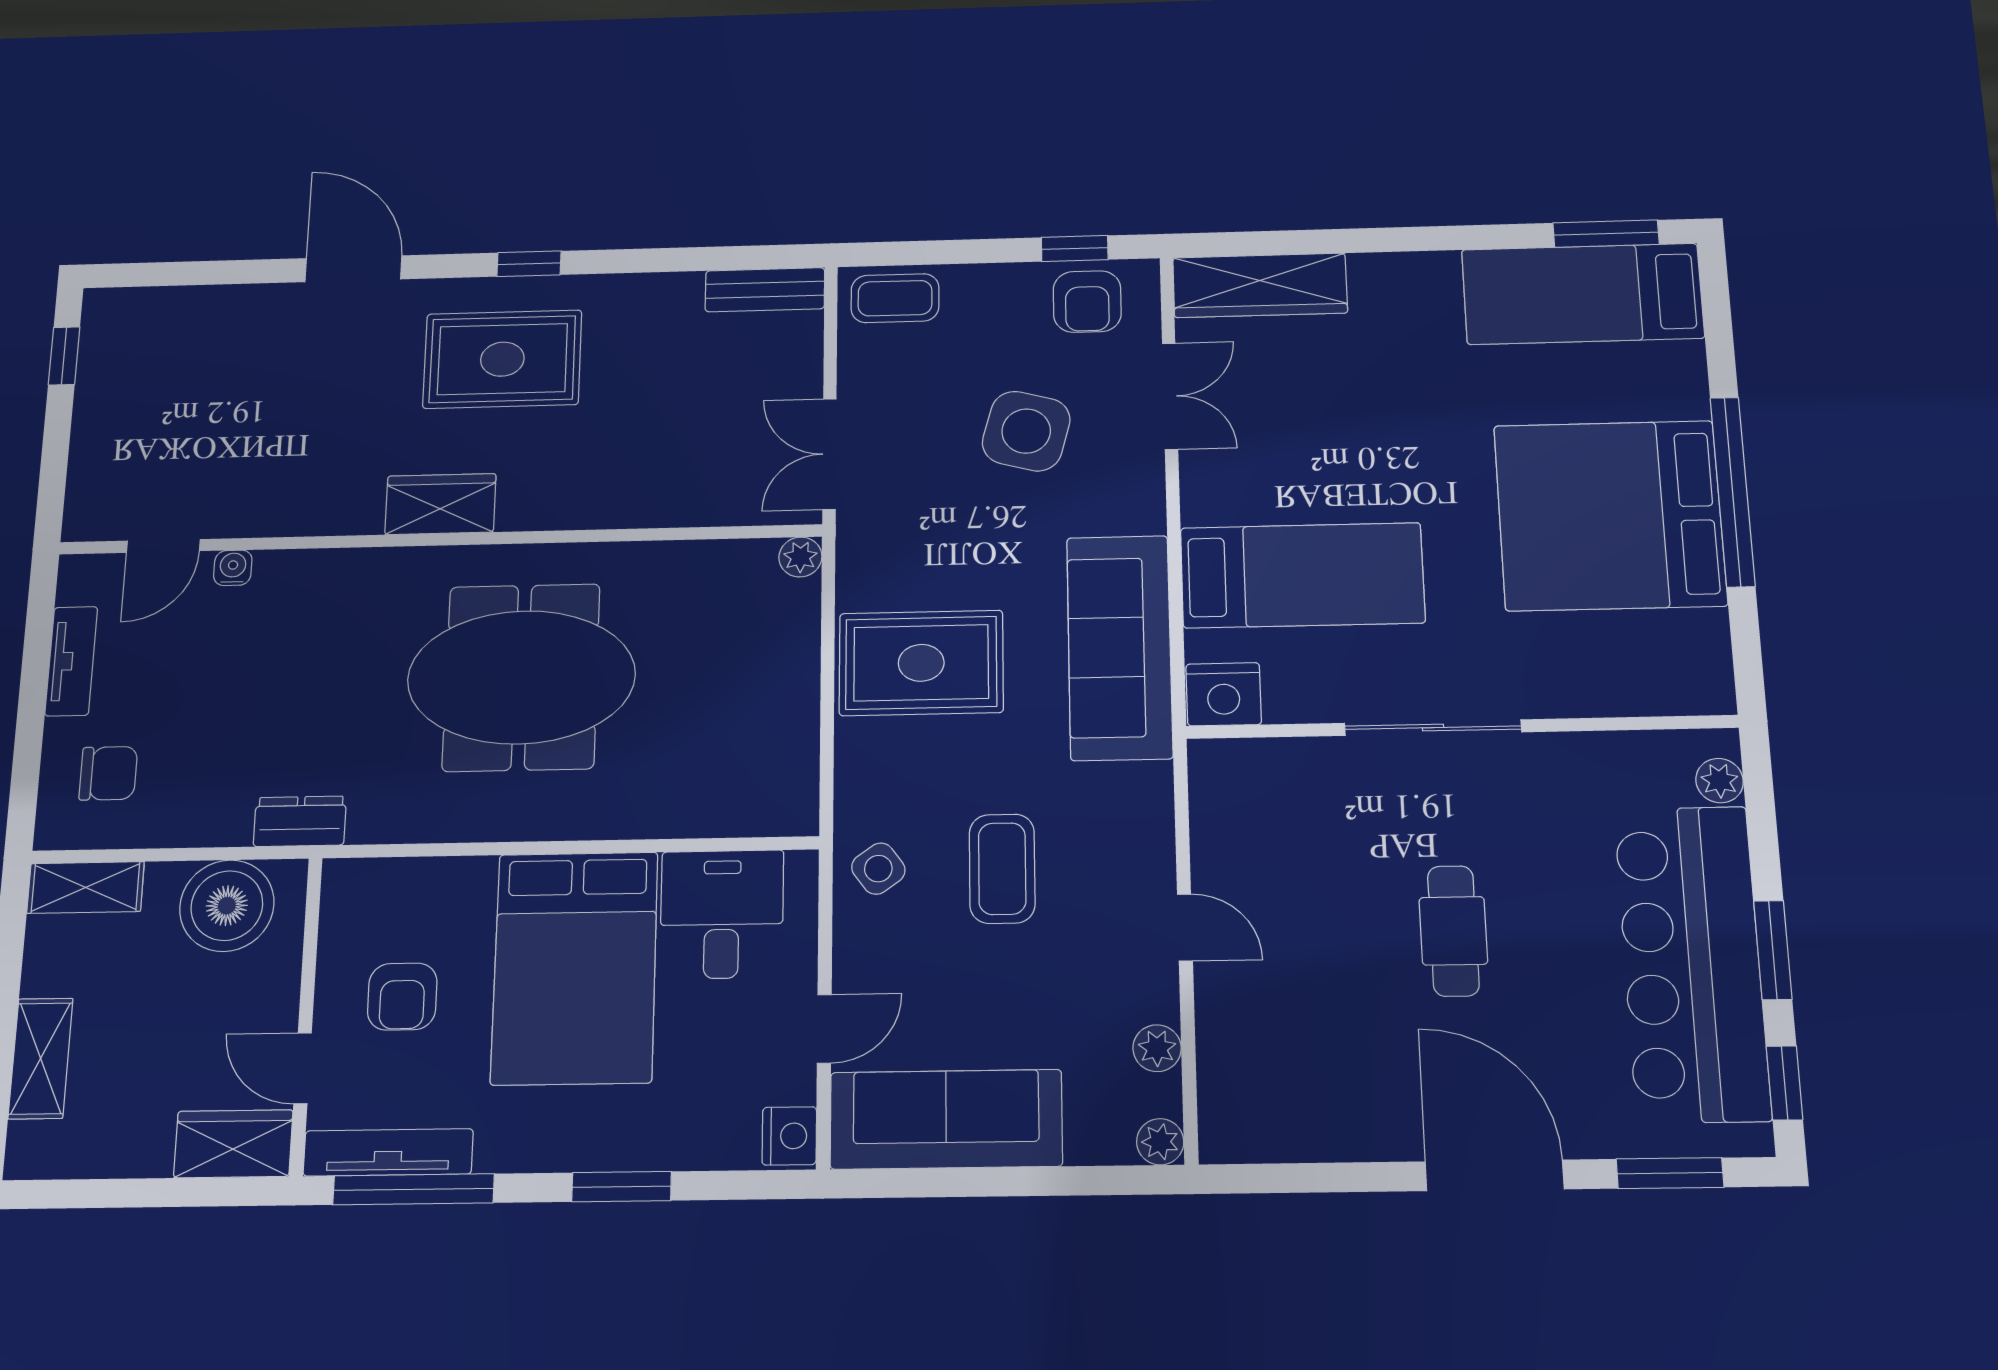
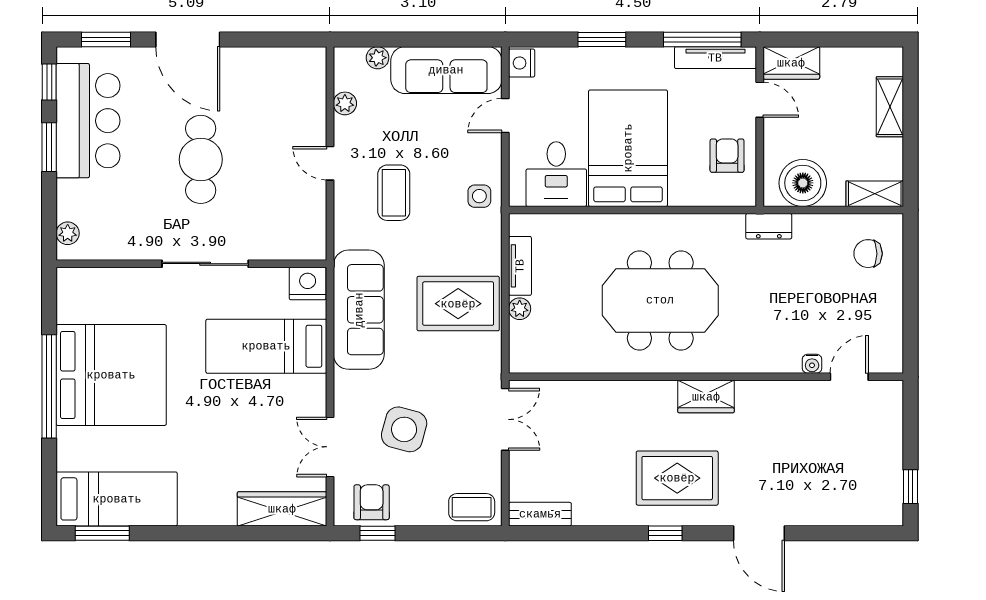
plant: (800, 557) -> (520, 309), moved
tv unit: (71, 661) -> (520, 266), moved, turned 180
side table: (878, 869) -> (479, 196), turned 36
coffee table: (1002, 869) -> (394, 193), moved
cafe table: (1453, 931) -> (201, 159), width x1.37, depth x1.35
bar counter: (1692, 963) -> (88, 121), width x0.73
armchair: (402, 997) -> (727, 156), moved
plant: (1160, 1142) -> (378, 58), moved

